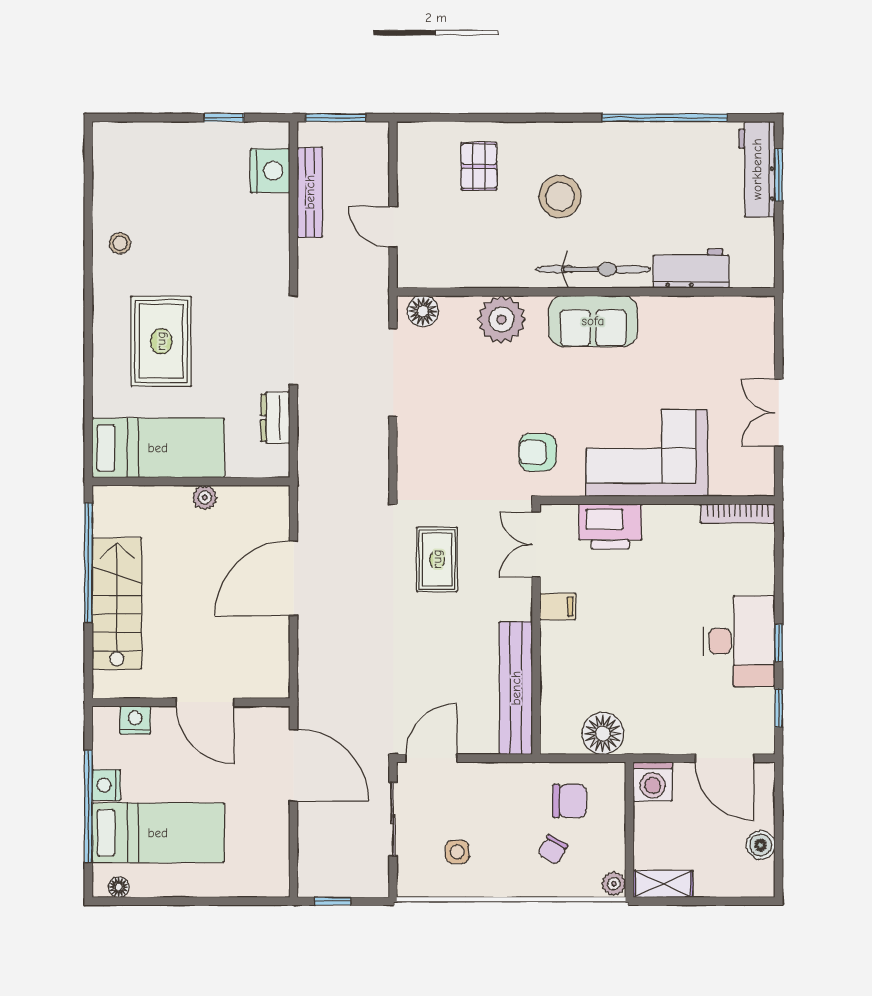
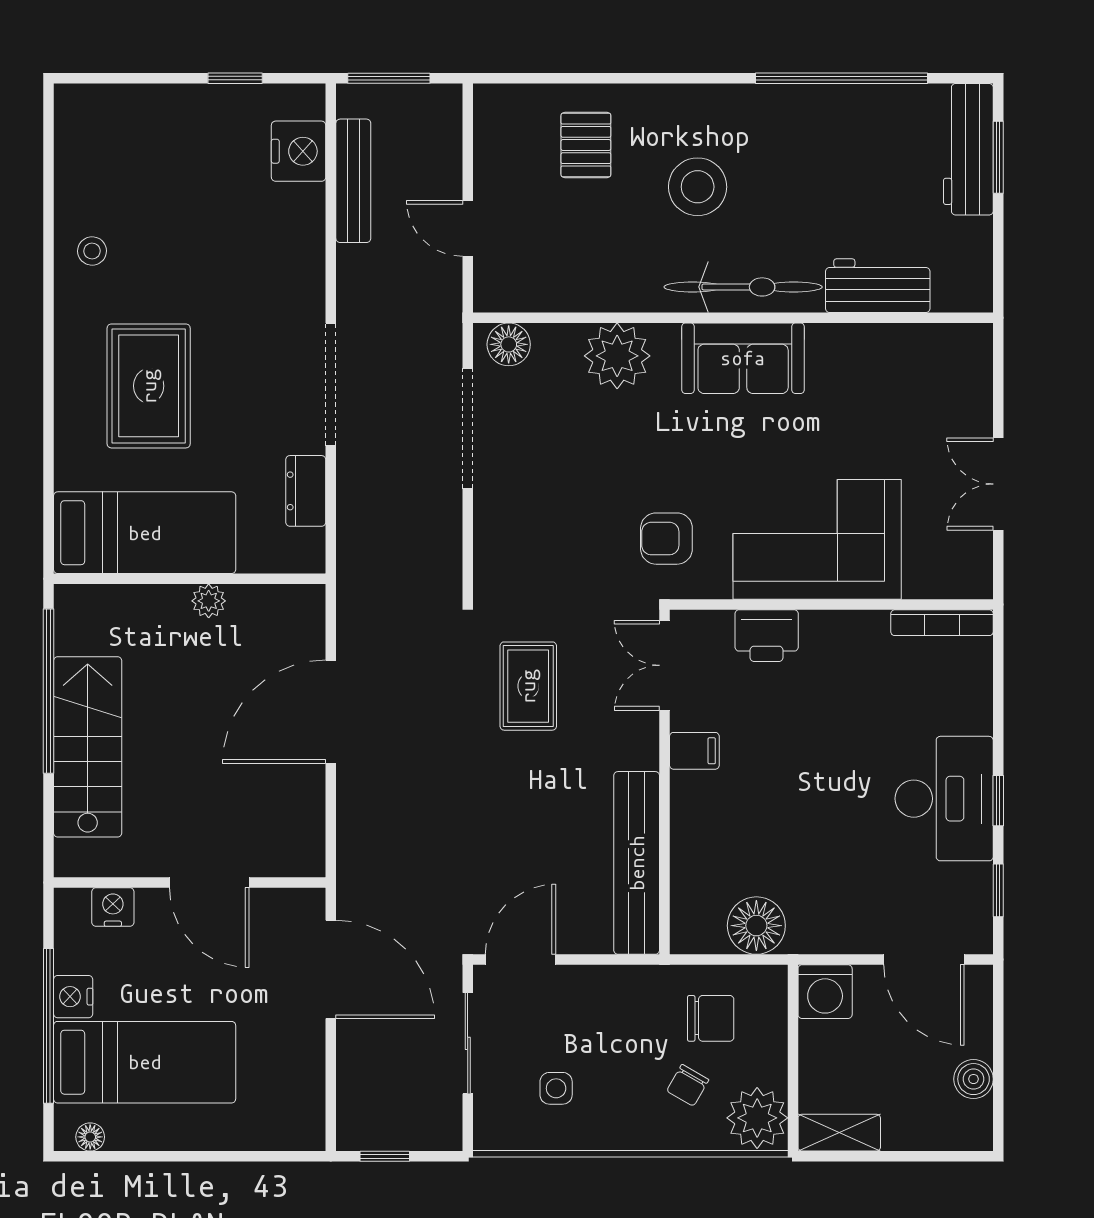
printer: (610, 526) -> (767, 636), width x0.73, depth x0.84
plant: (614, 884) -> (757, 1118), width x1.87, depth x1.87

